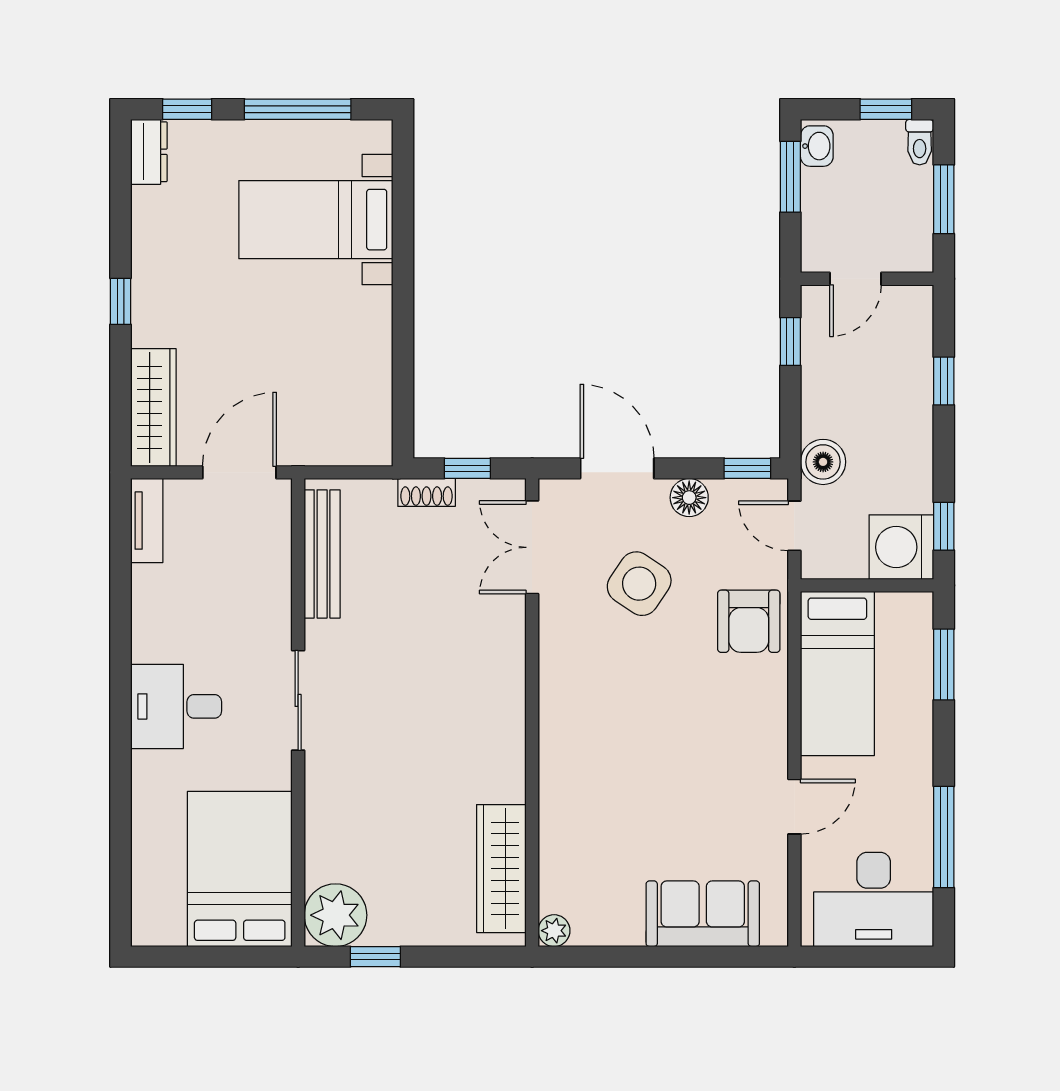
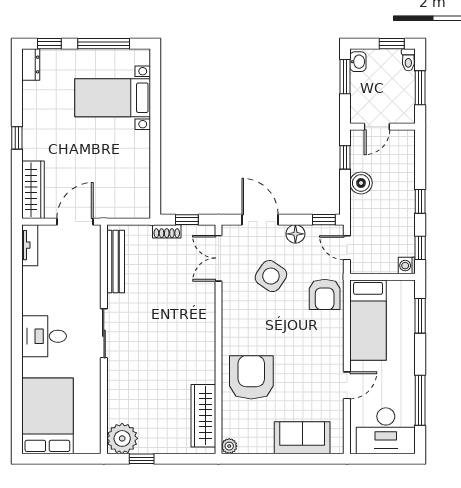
window: (944, 381) -> (420, 201), moved
boiler: (823, 462) -> (361, 183), moved
washing machine: (901, 547) -> (407, 266), width x0.53, depth x0.53
armchair: (599, 790) -> (251, 377), added
bed: (240, 869) -> (47, 416), moved

